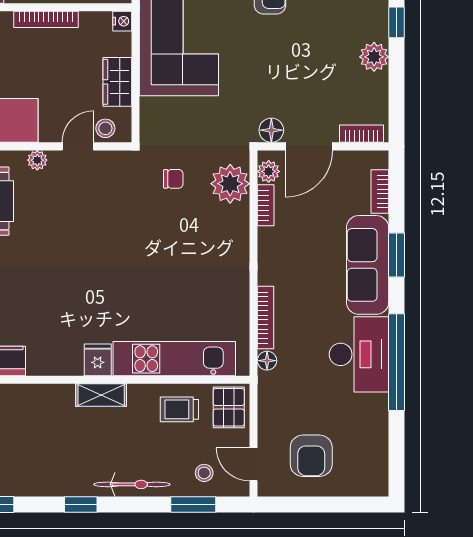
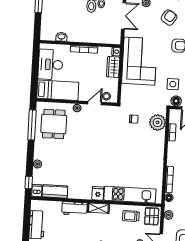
wardrobe: (117, 82) -> (113, 67), moved
side table: (261, 91) -> (173, 84), added
plant: (269, 171) -> (169, 215), moved
workbench: (44, 399) -> (74, 208), added

